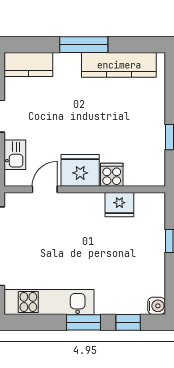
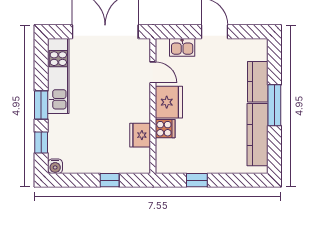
kitchen counter: (28, 65) -> (258, 82), moved

